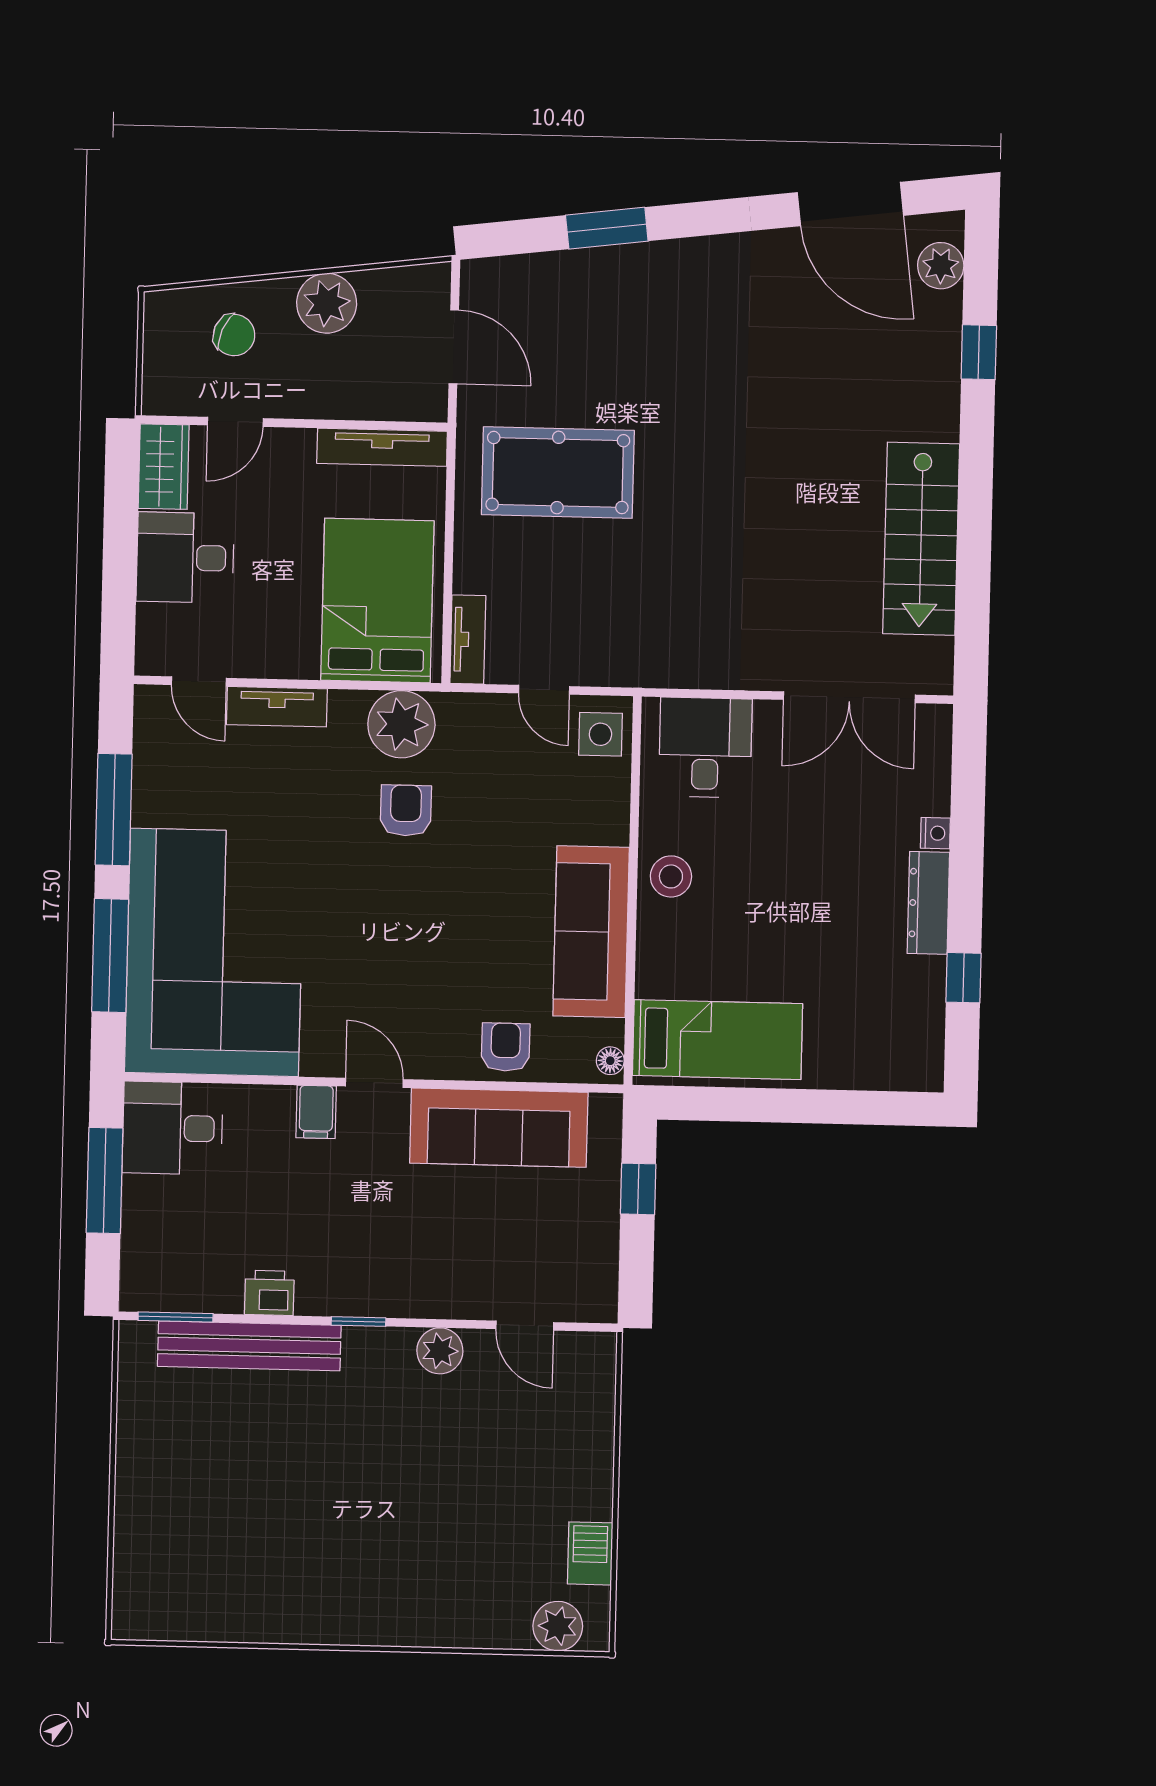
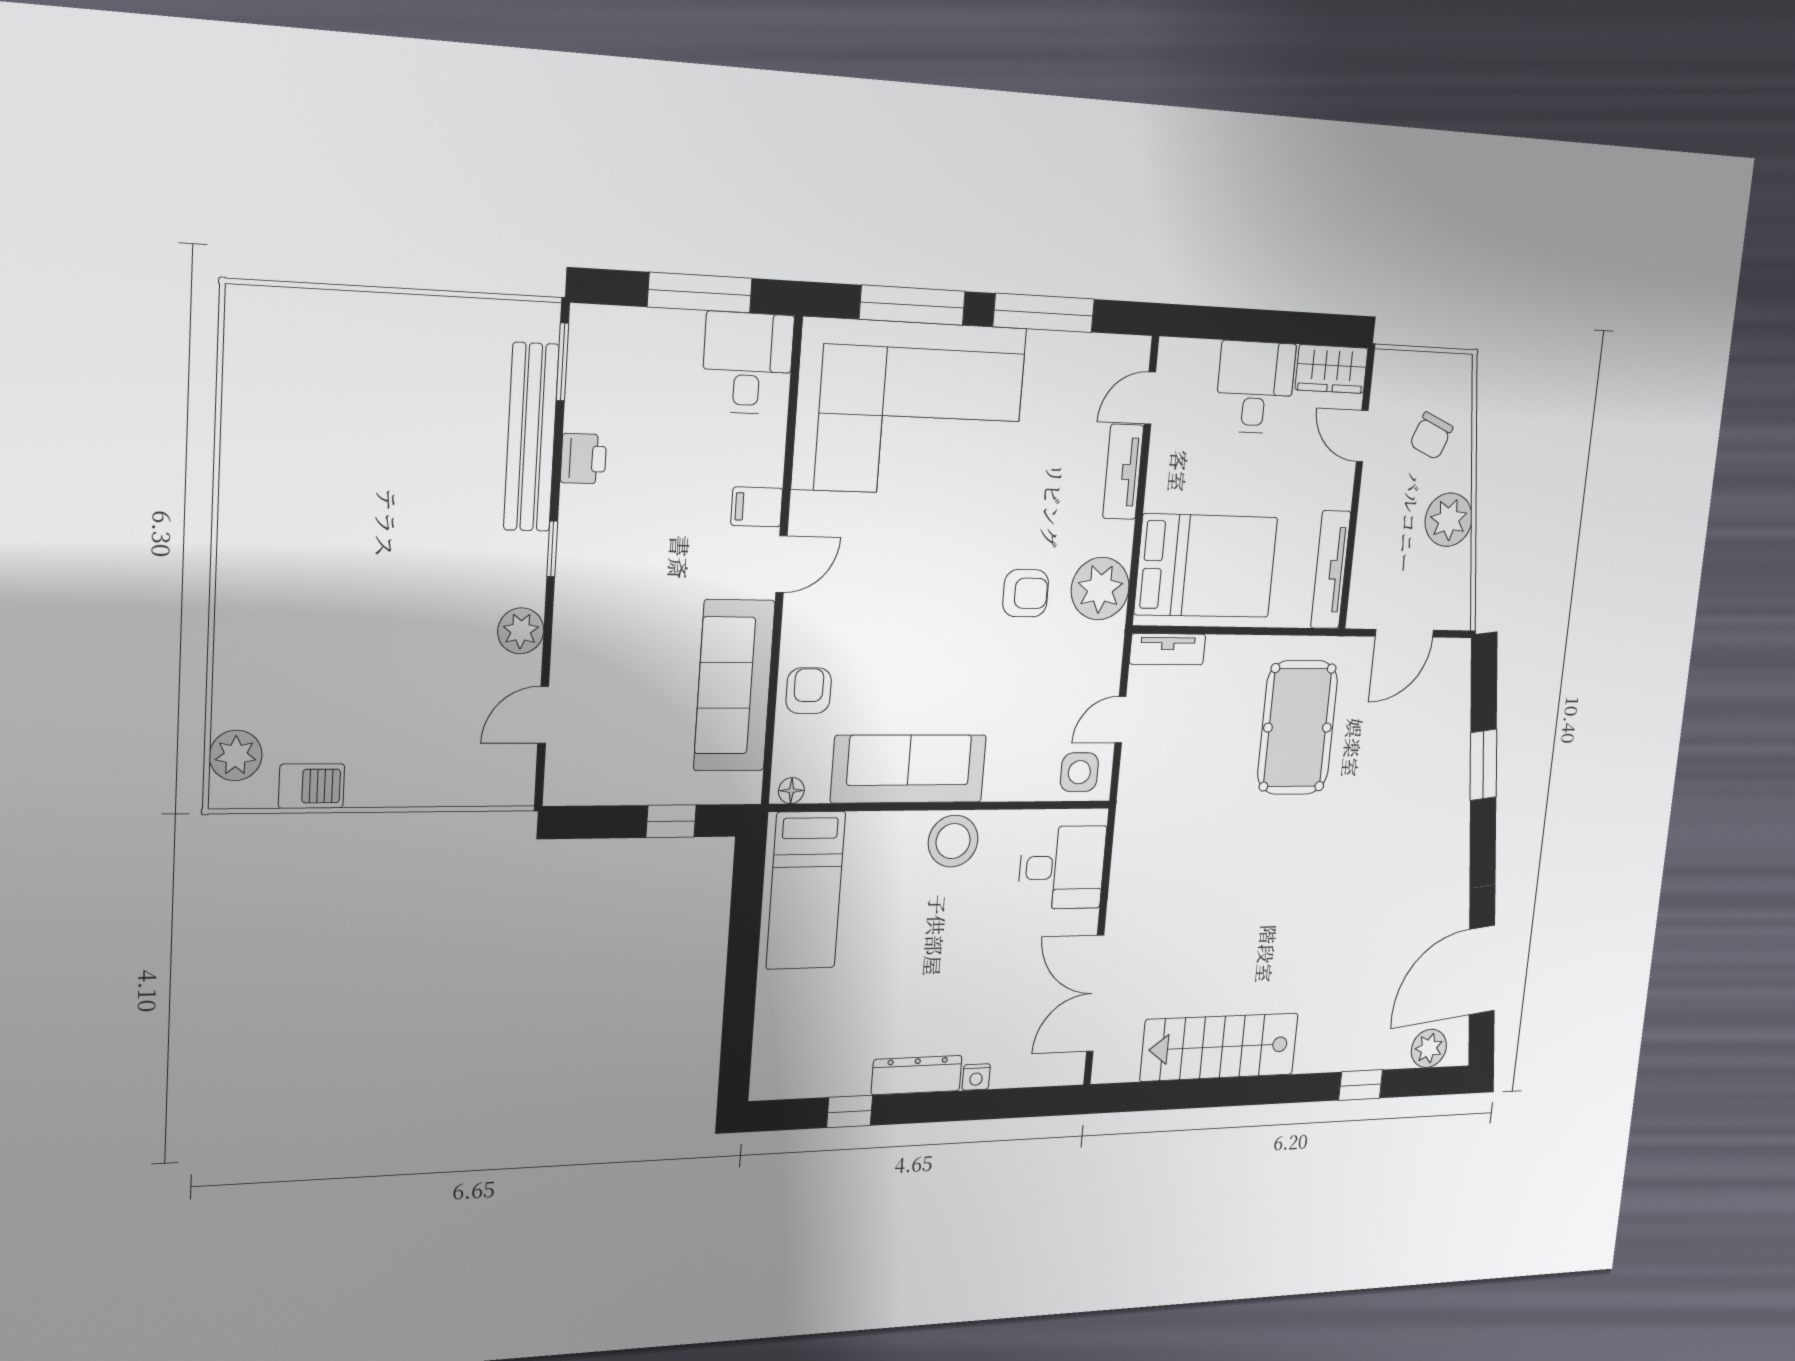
stool: (671, 876) -> (953, 841), width x1.38, depth x1.38
armchair: (506, 1047) -> (809, 691), turned -90

